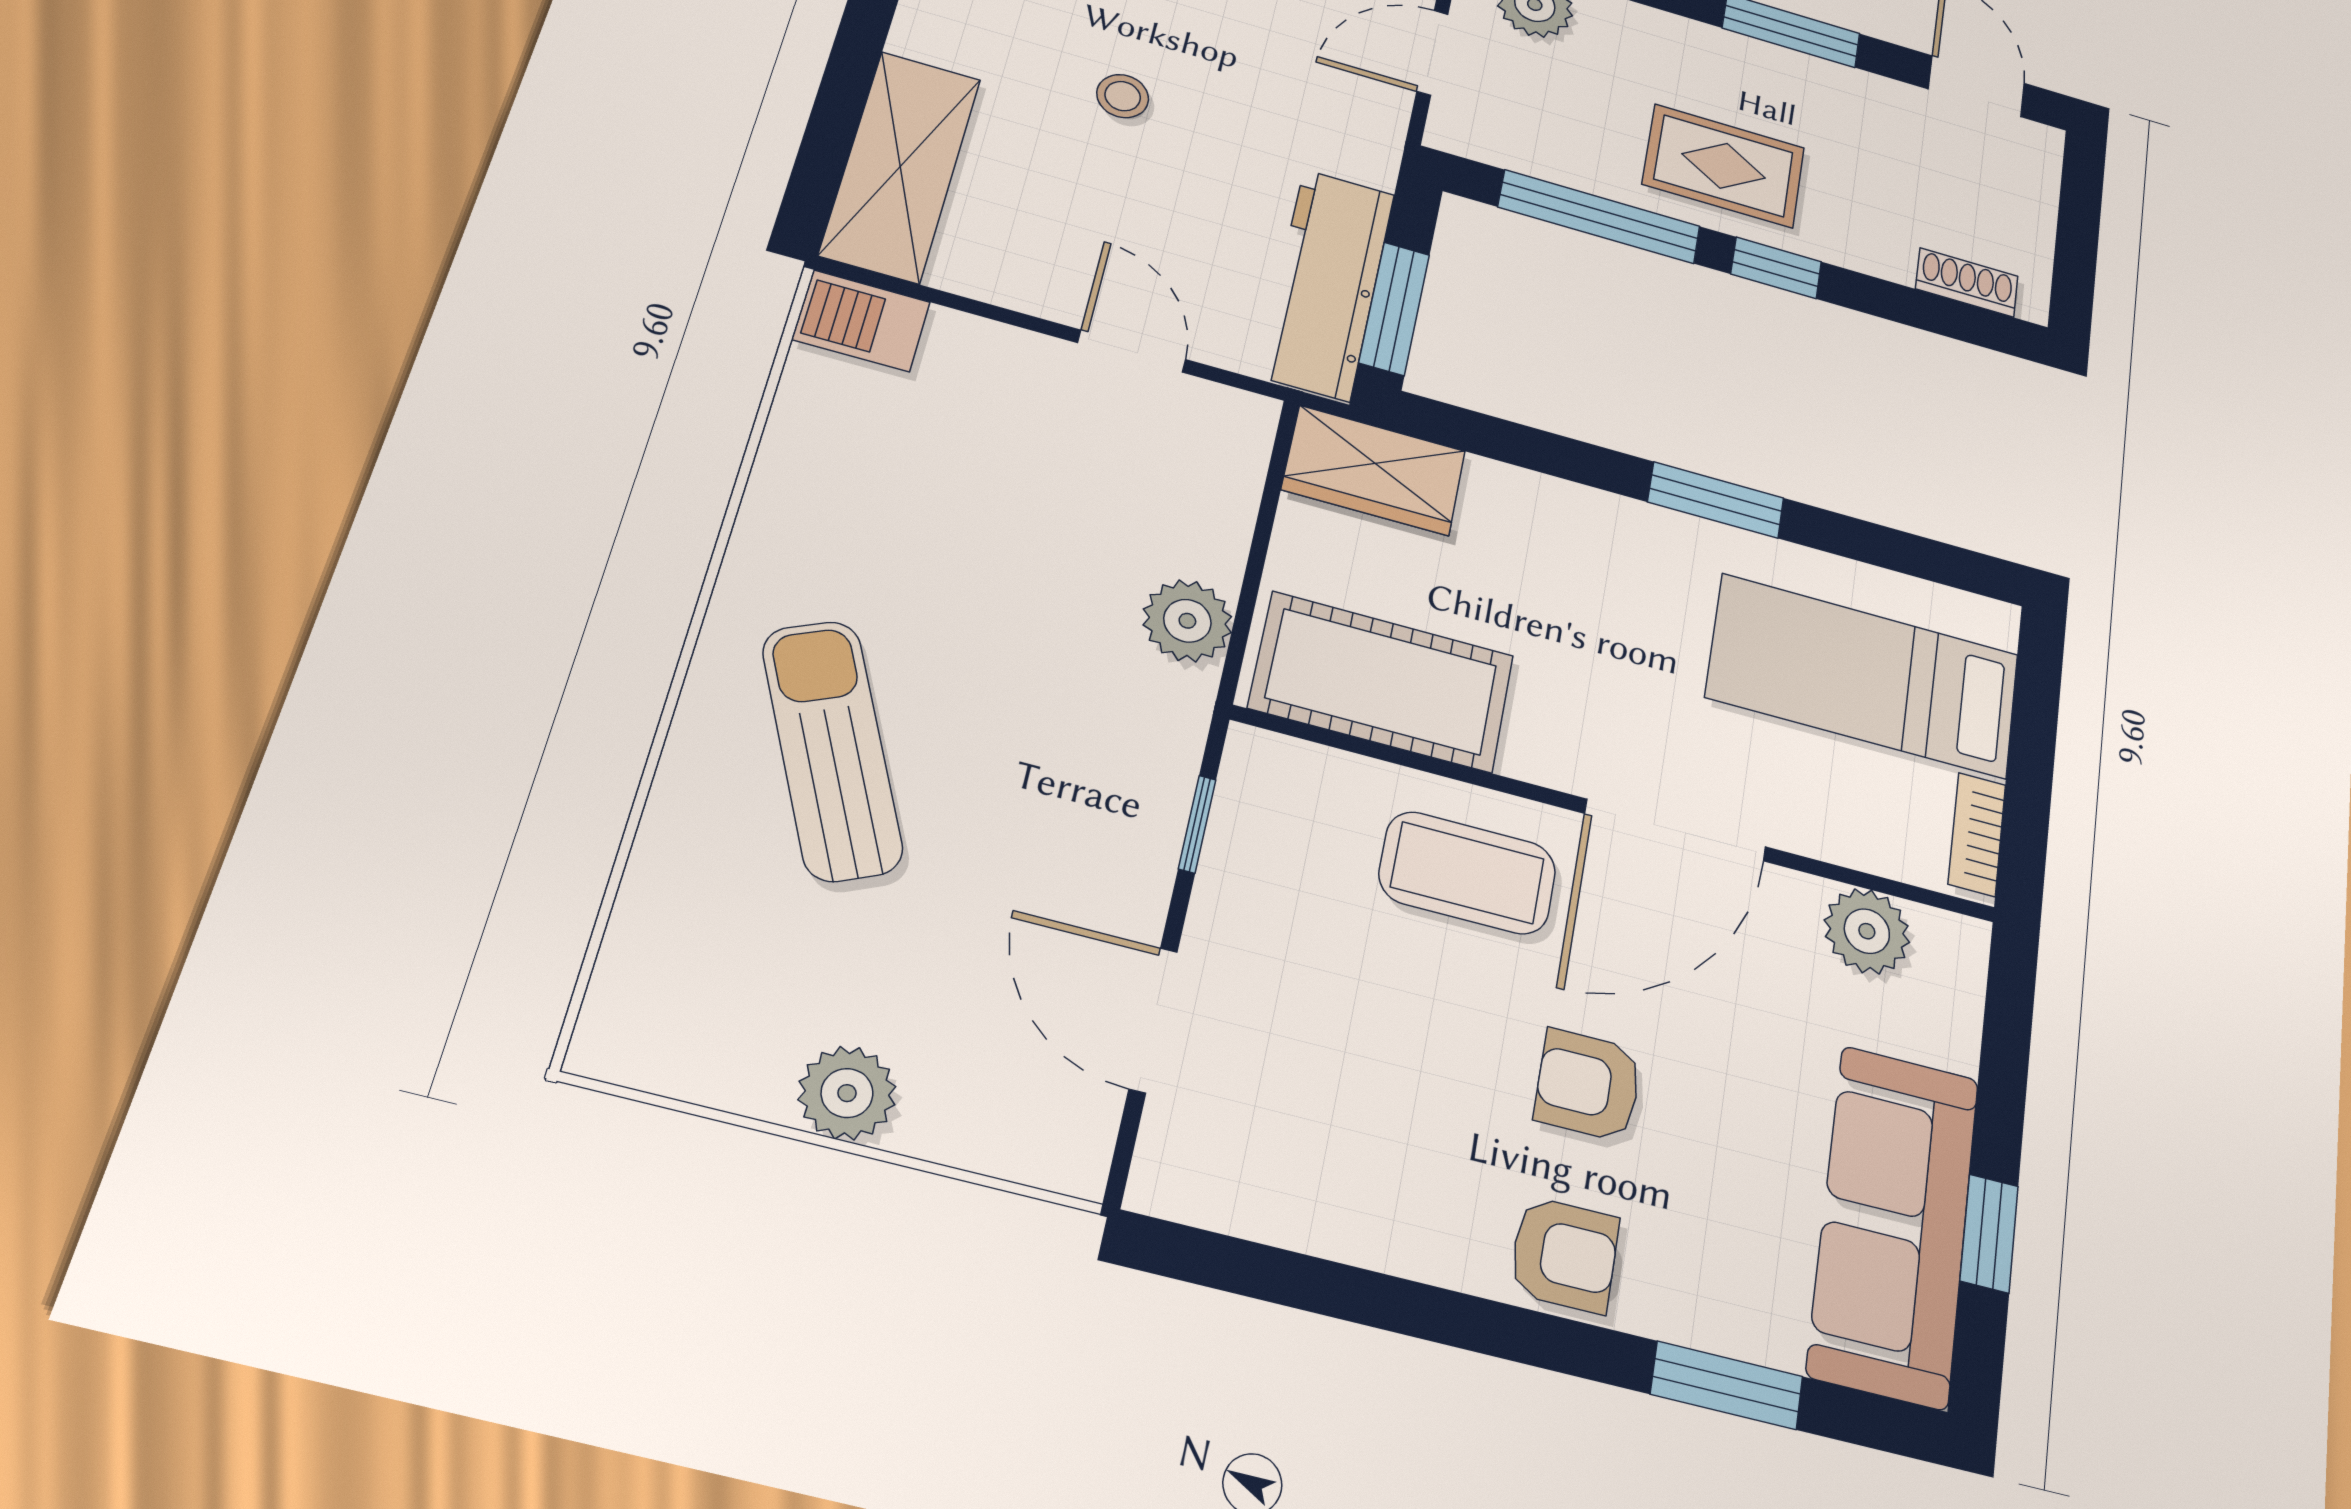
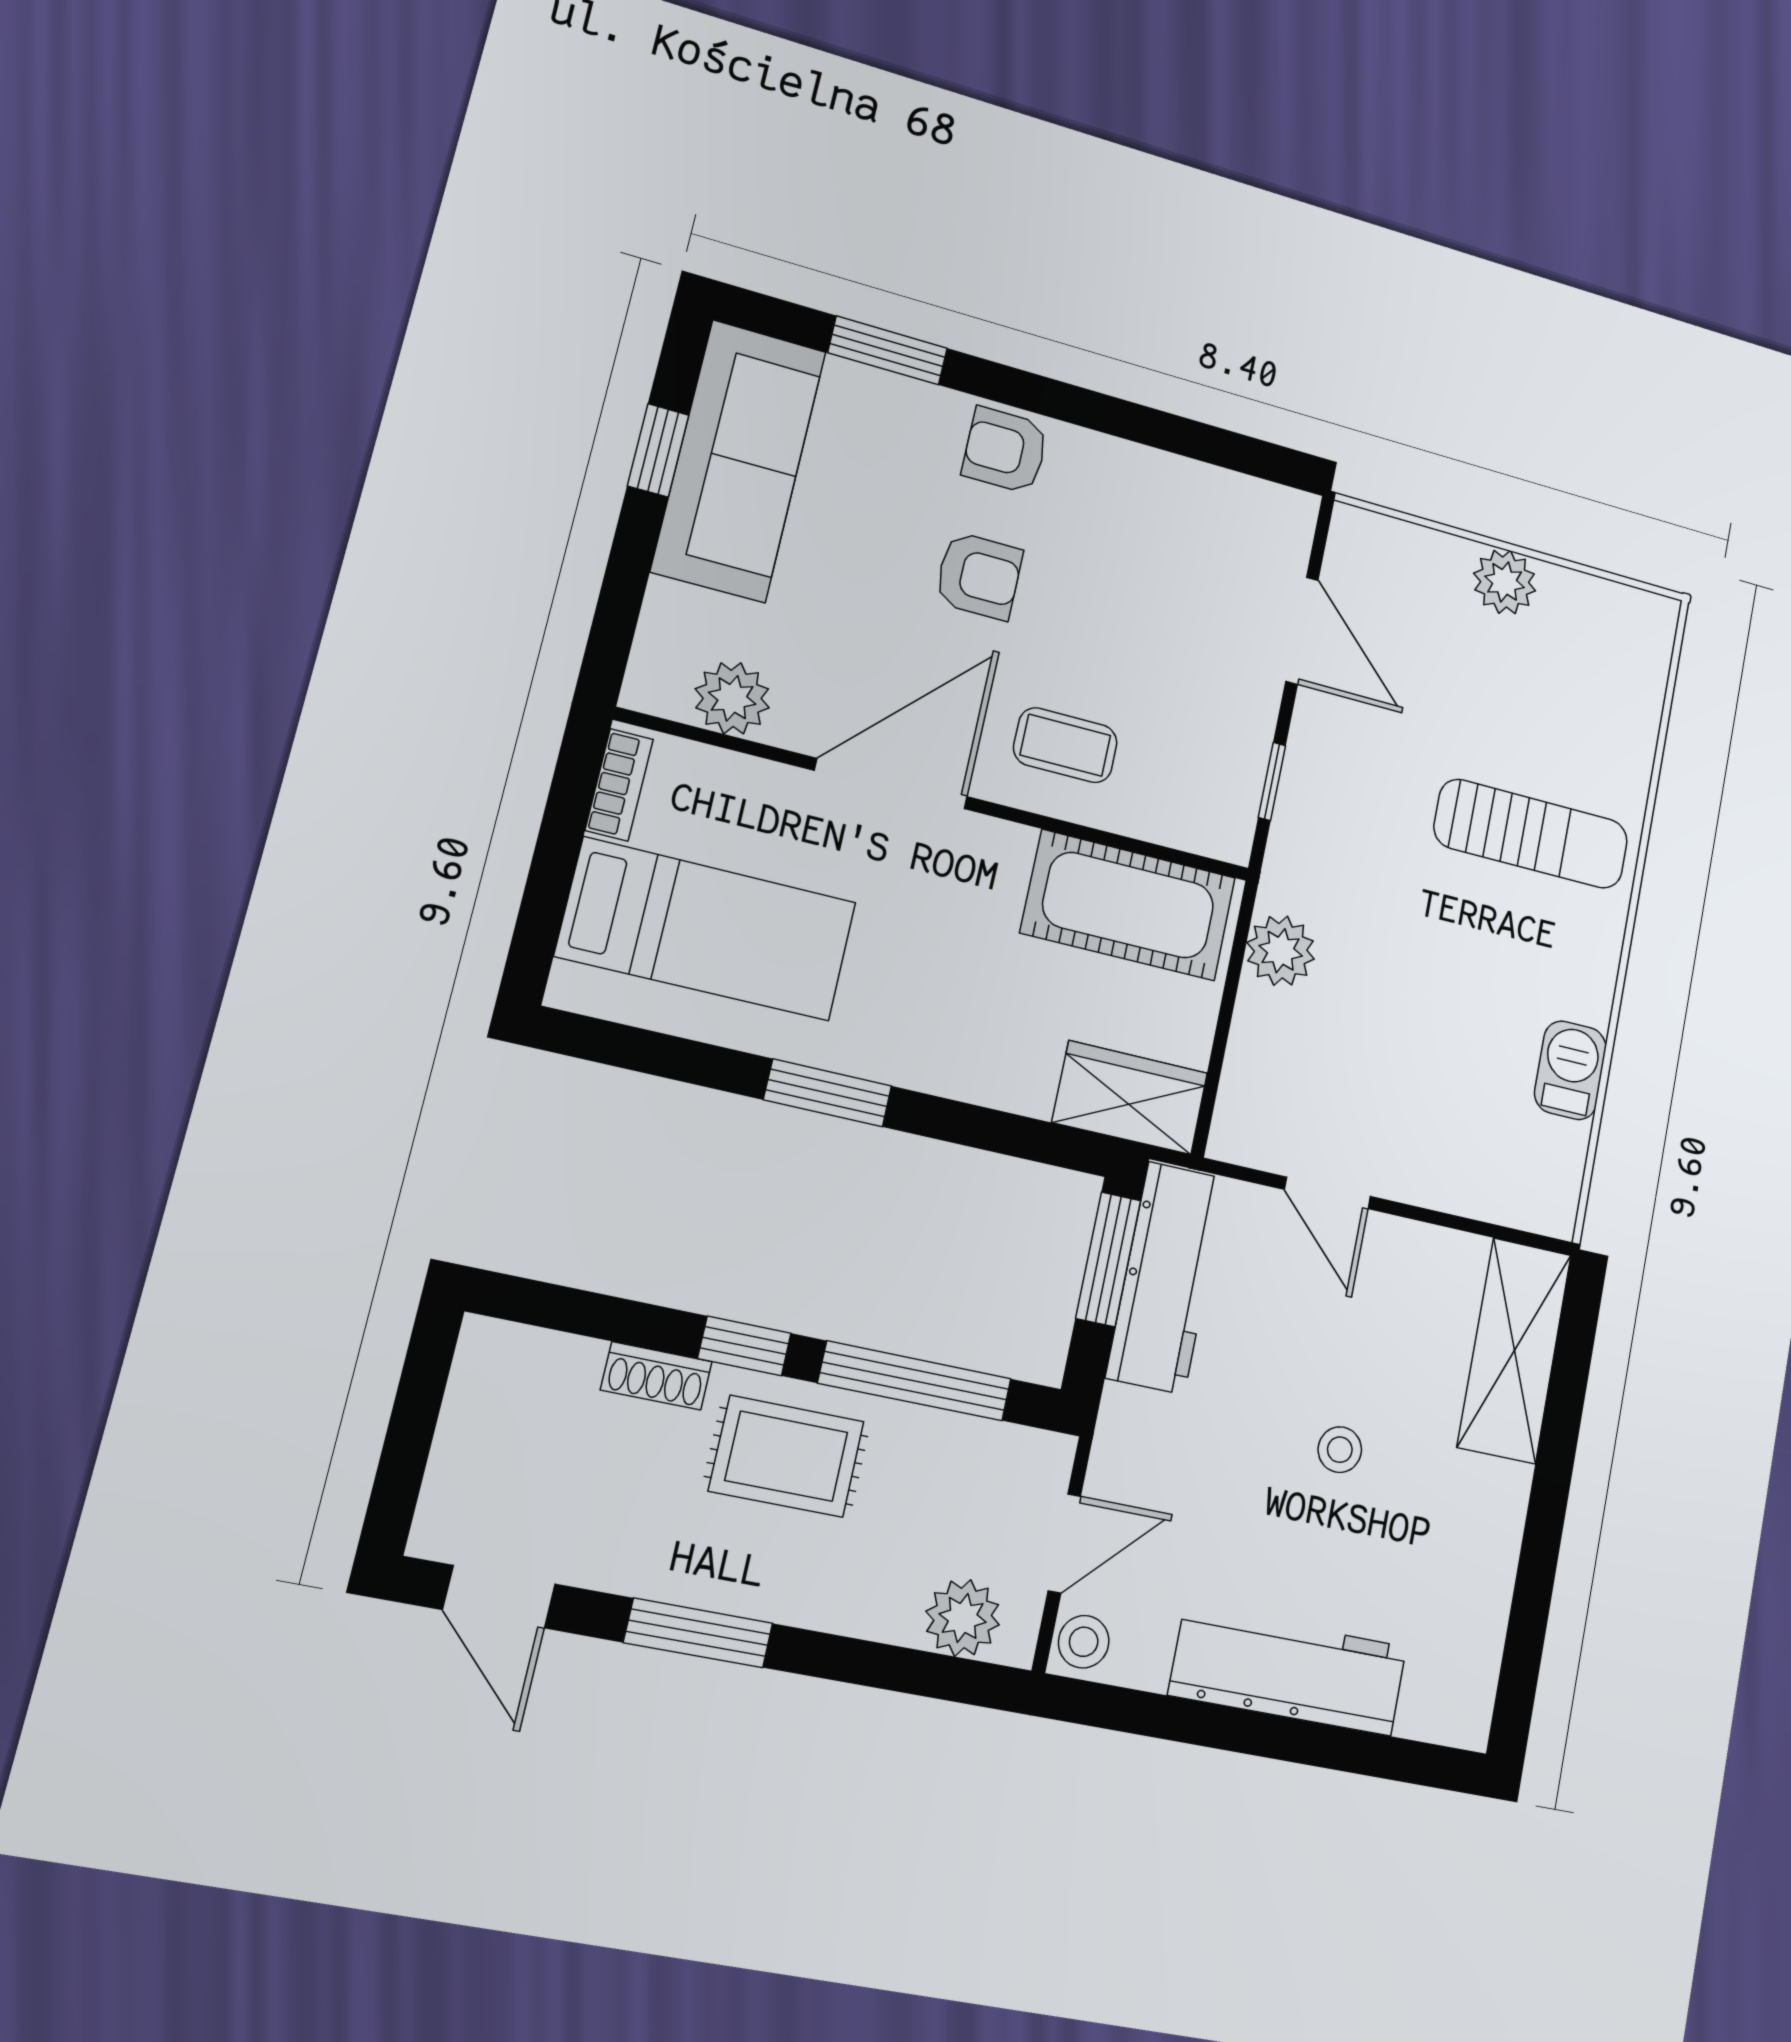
shoe rack: (1967, 282) -> (656, 1376), moved
barbecue: (861, 321) -> (1570, 1070), moved, turned -90
sun lounger: (832, 750) -> (1531, 834), turned -65
coffee table: (1467, 873) -> (1065, 745), width x0.73, depth x0.77

